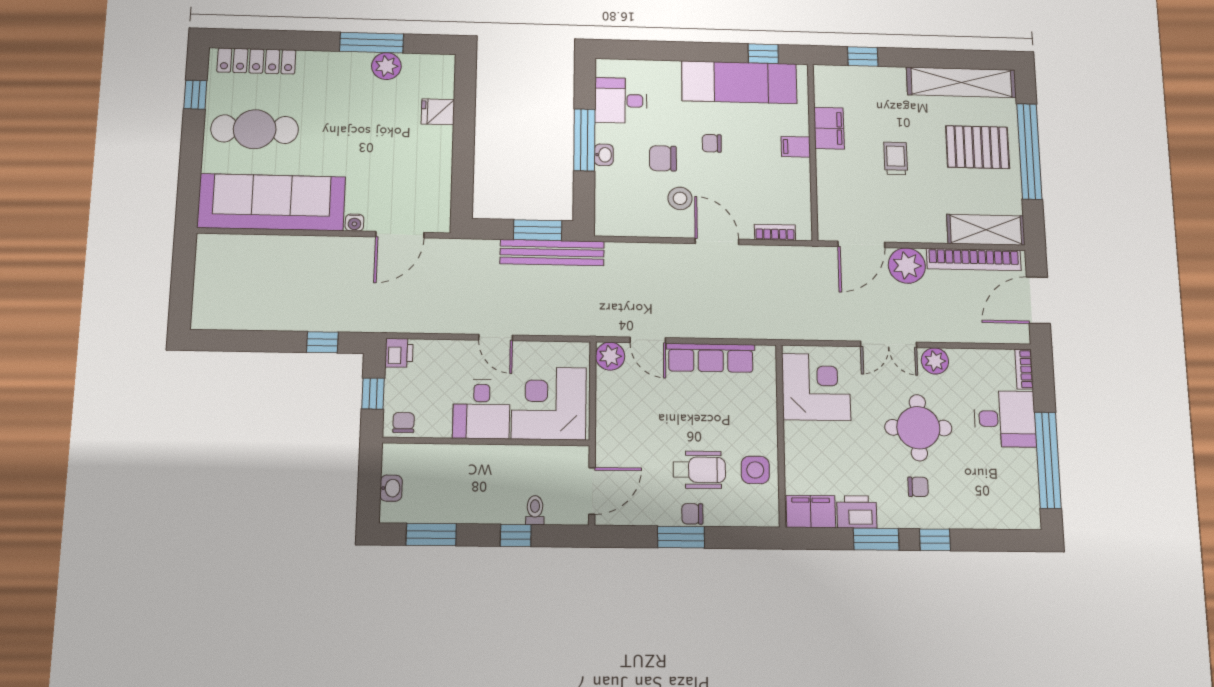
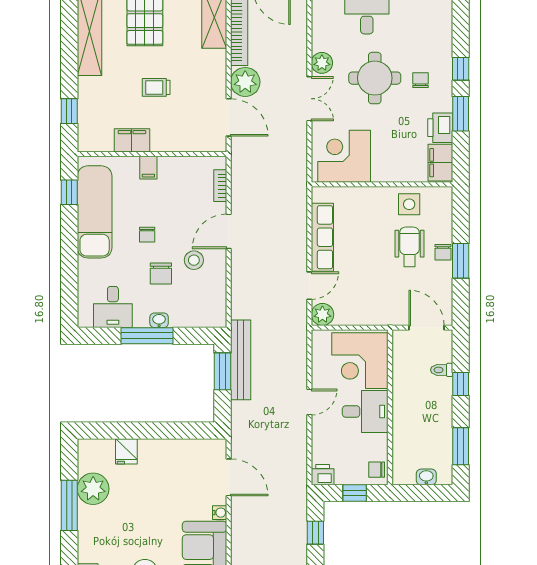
plant: (386, 66) -> (93, 489), width x1.36, depth x1.36

